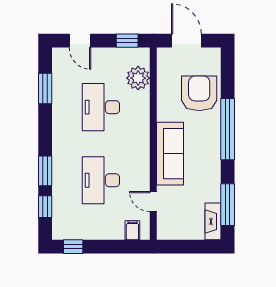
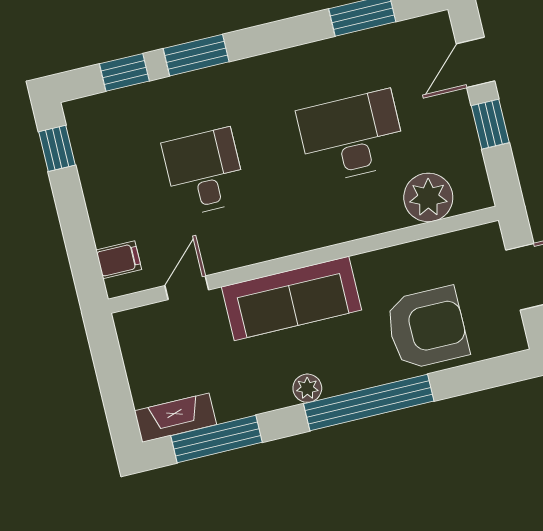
window: (127, 41) -> (490, 124), moved
plant: (214, 156) -> (307, 388), added
desk: (101, 180) -> (204, 172), width x0.73

